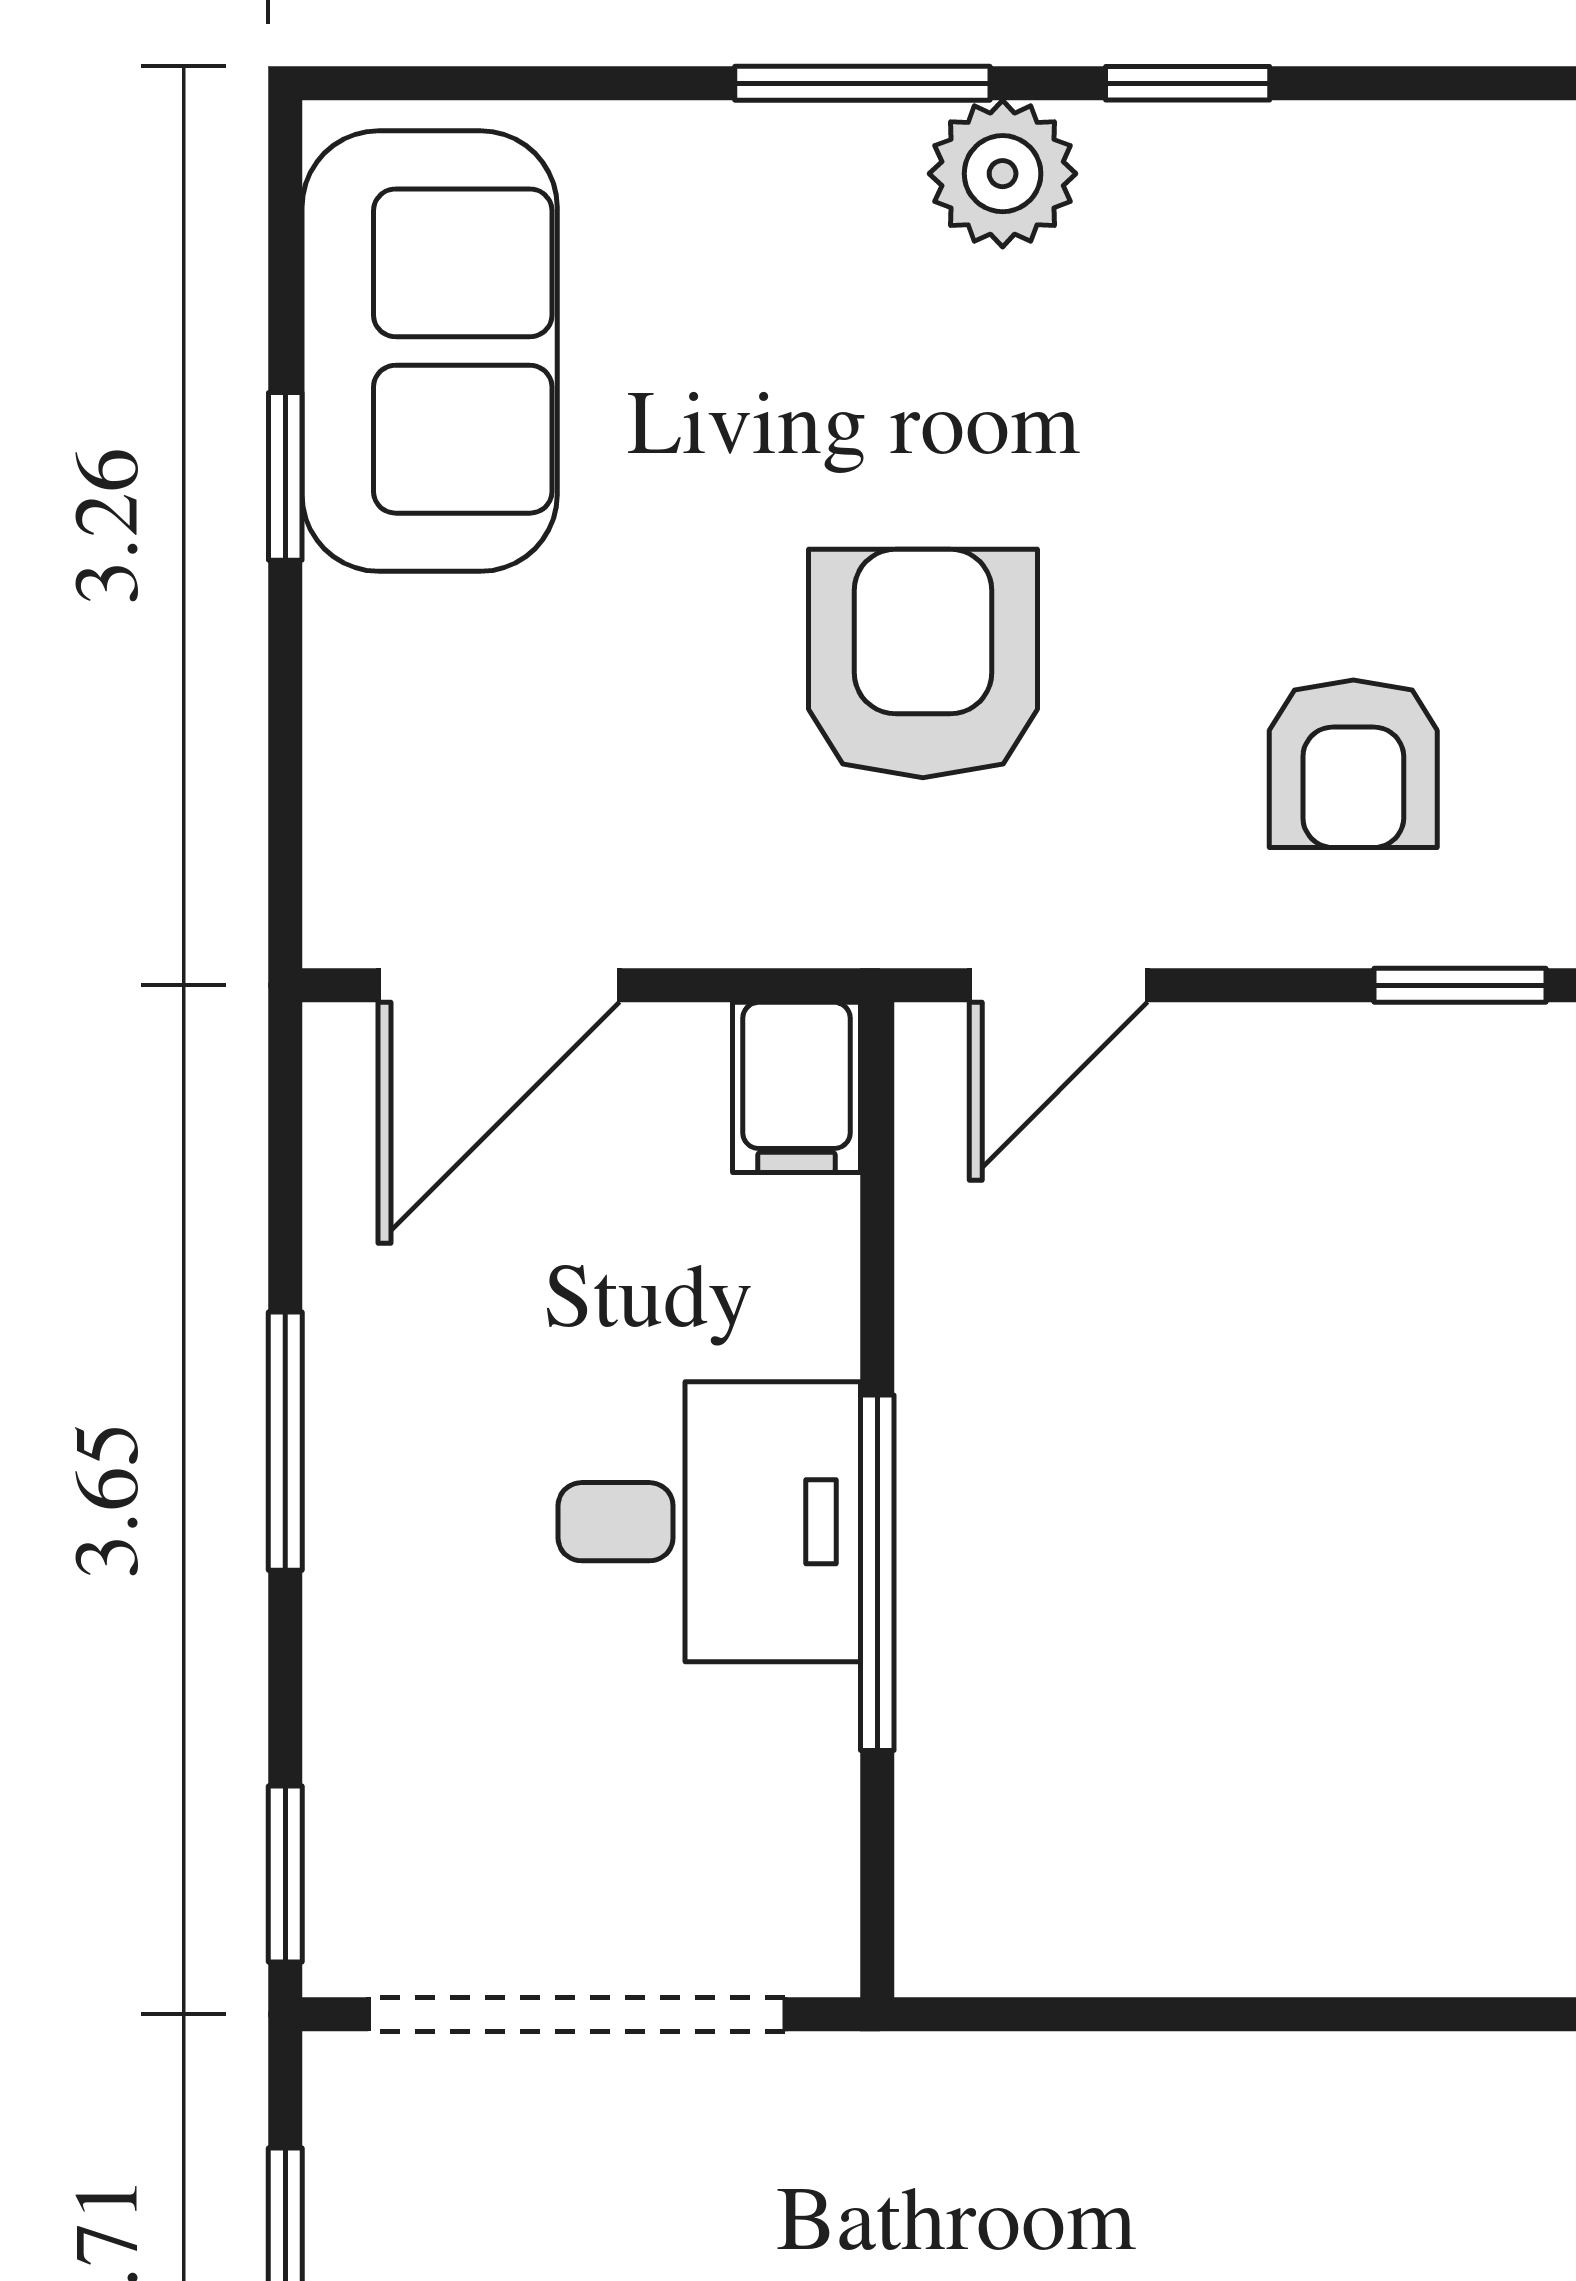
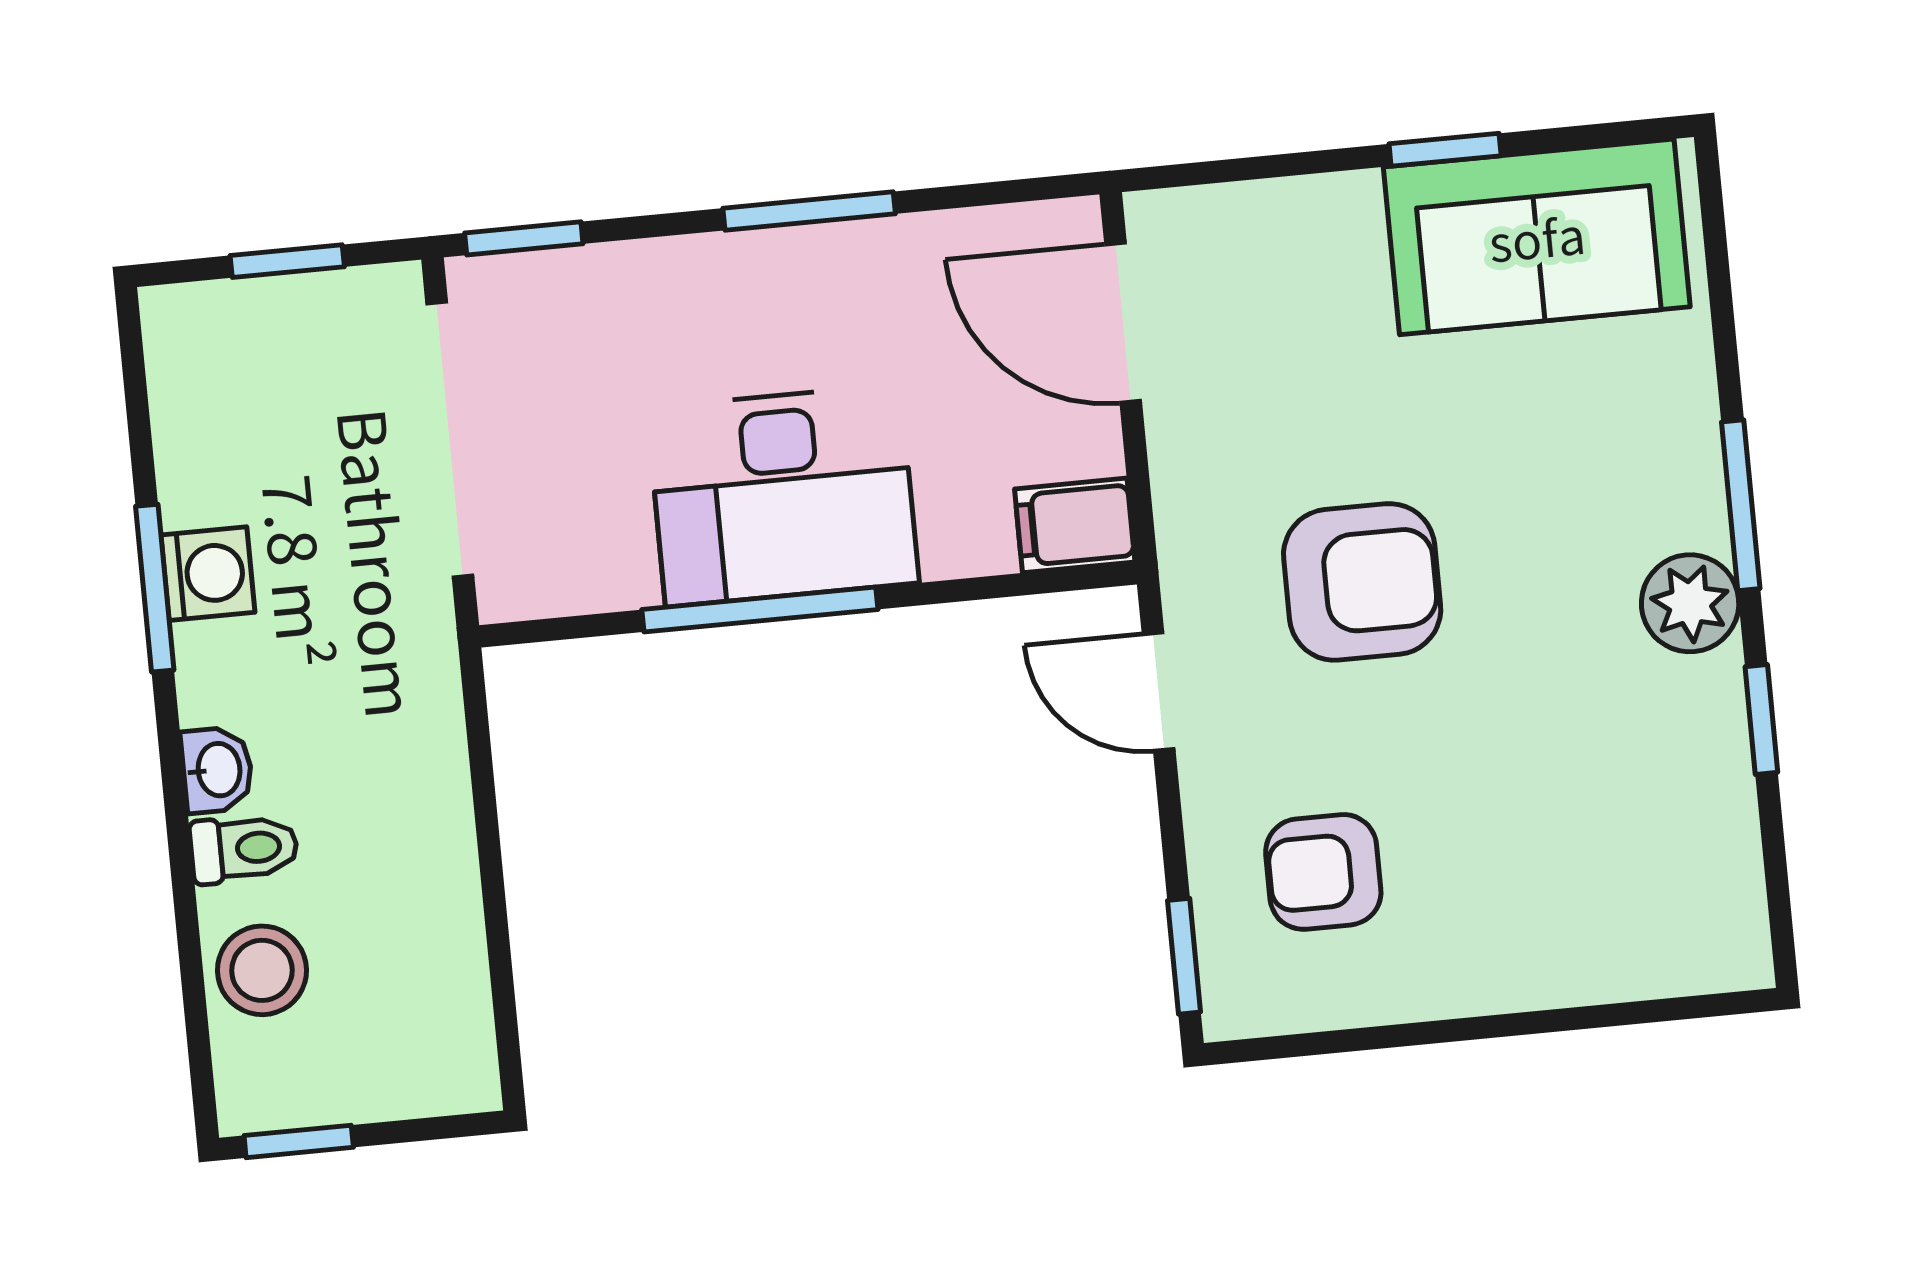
desk: (709, 1522) -> (783, 496), width x1.37

